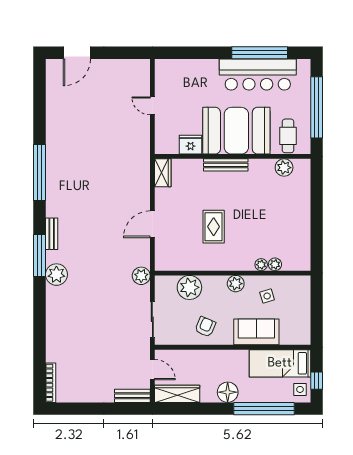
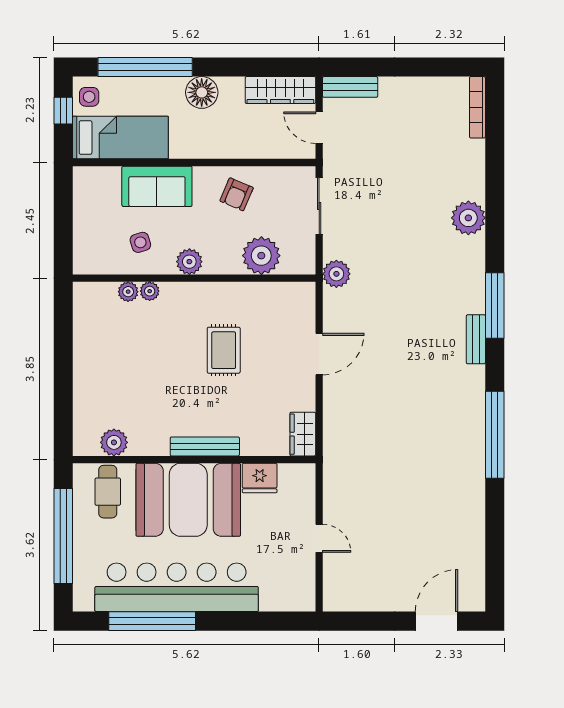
bar counter: (258, 74) -> (177, 587), width x1.36
plant: (56, 275) -> (468, 218), moved

